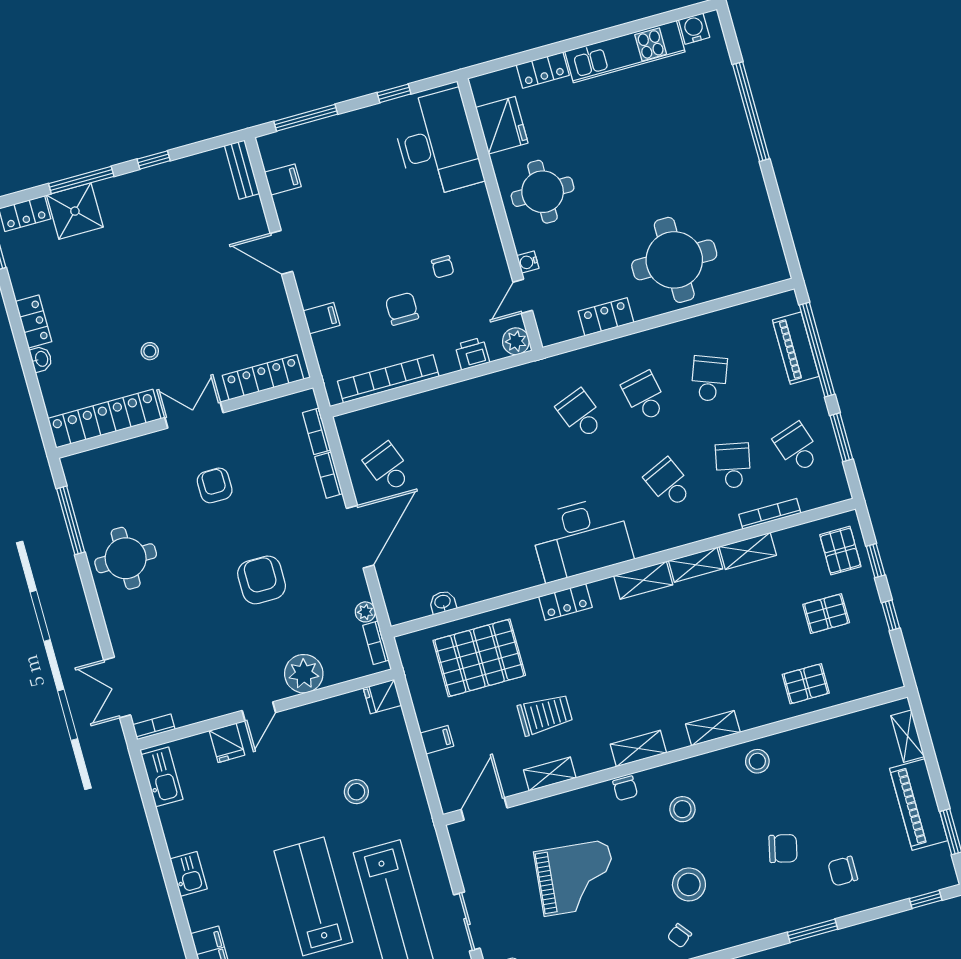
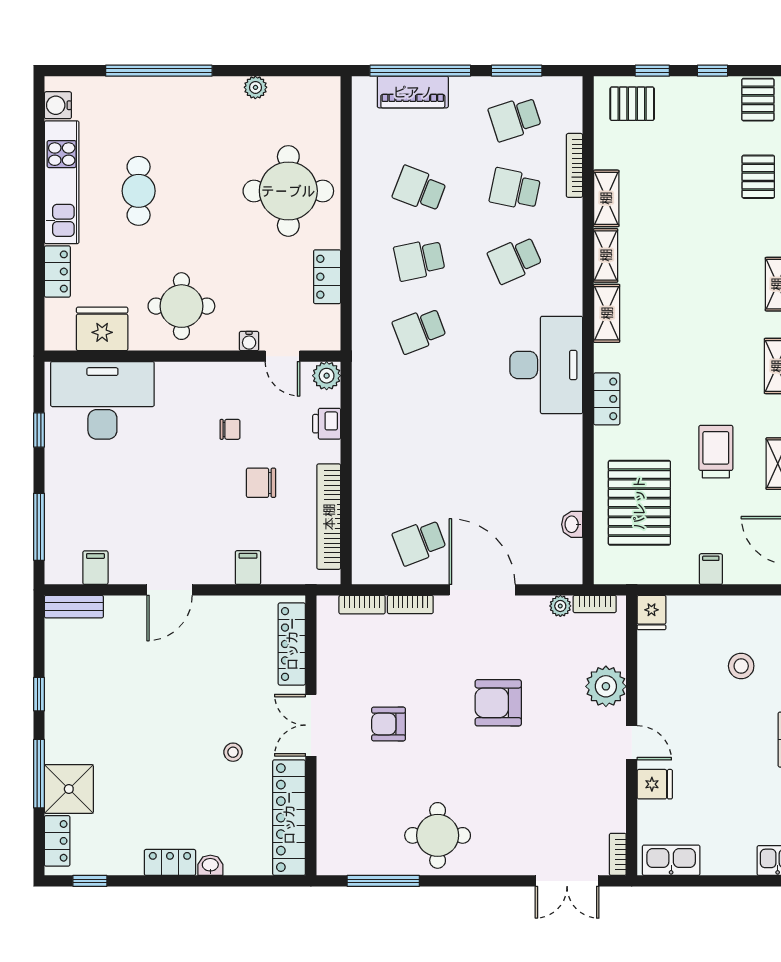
cafe table: (637, 124) -> (139, 191), added
plant: (760, 204) -> (255, 87), added
pallet: (826, 614) -> (758, 100), moved

